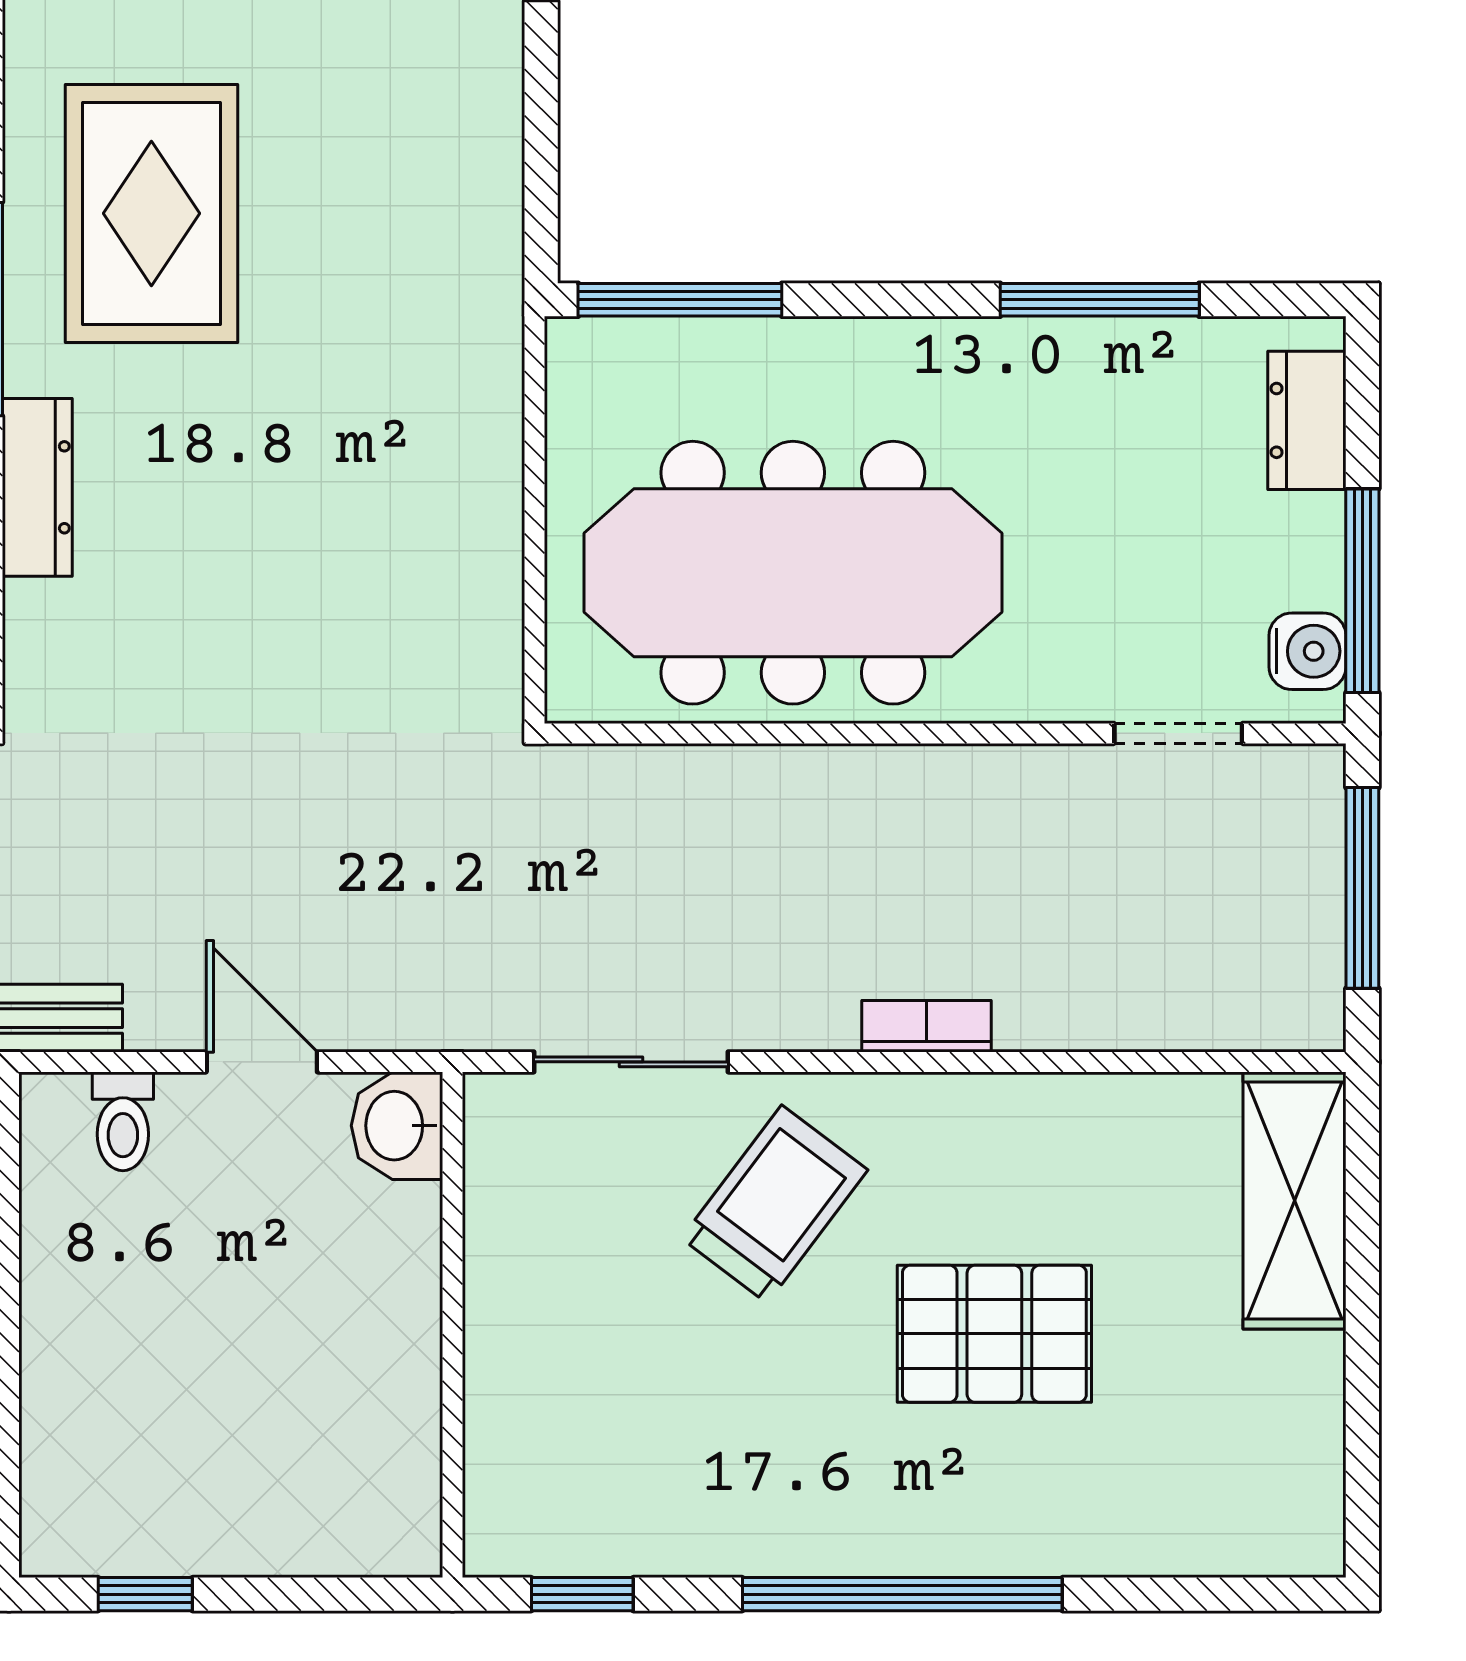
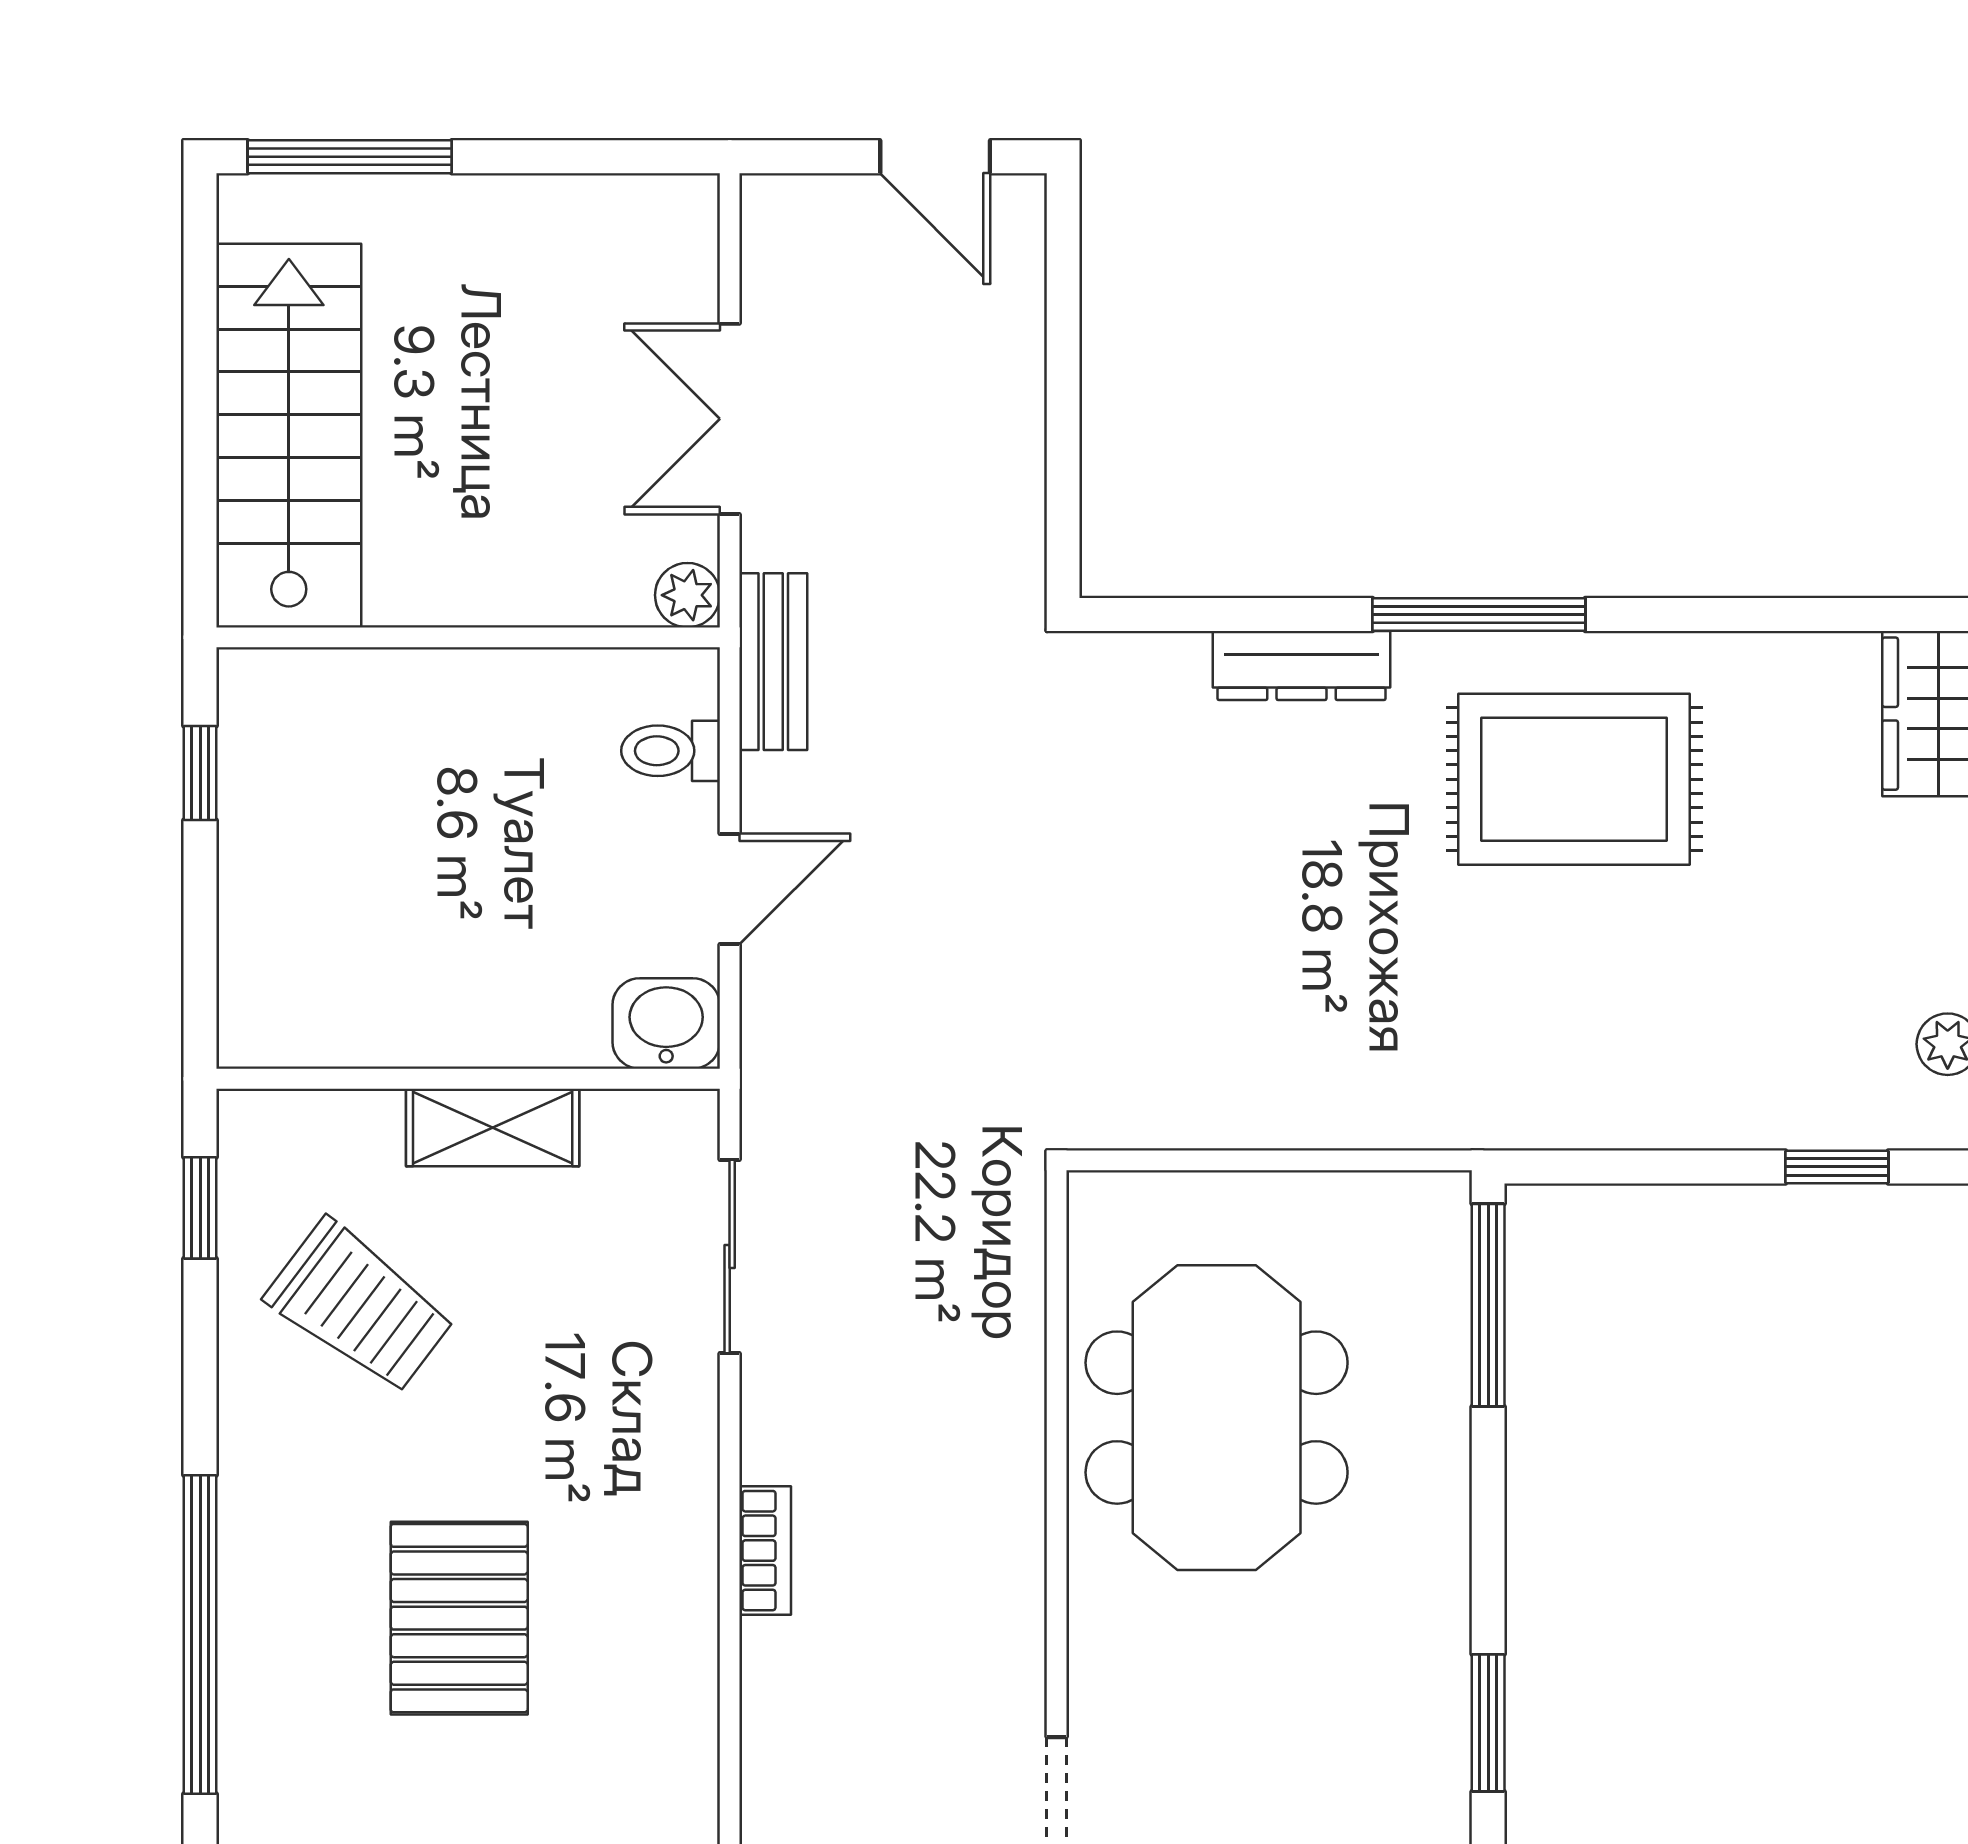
window: (1100, 300) -> (1488, 1723), width x0.69
meeting table: (793, 573) -> (1217, 1418), width x0.73
trolley: (775, 1204) -> (360, 1307), moved
shelving: (501, 1300) -> (493, 1127), added
window: (902, 1594) -> (200, 1634), moved

